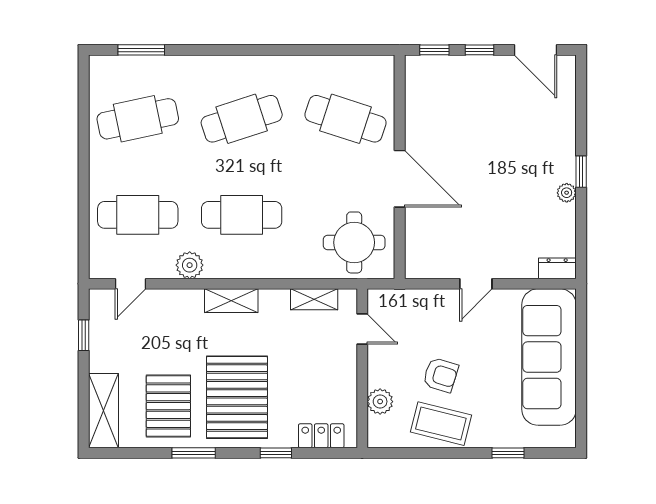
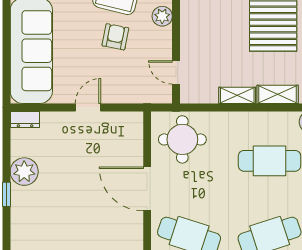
plant: (567, 193) -> (24, 172), width x1.88, depth x1.88
shelving: (314, 299) -> (237, 95), moved
armchair: (441, 375) -> (115, 37), turned 84

